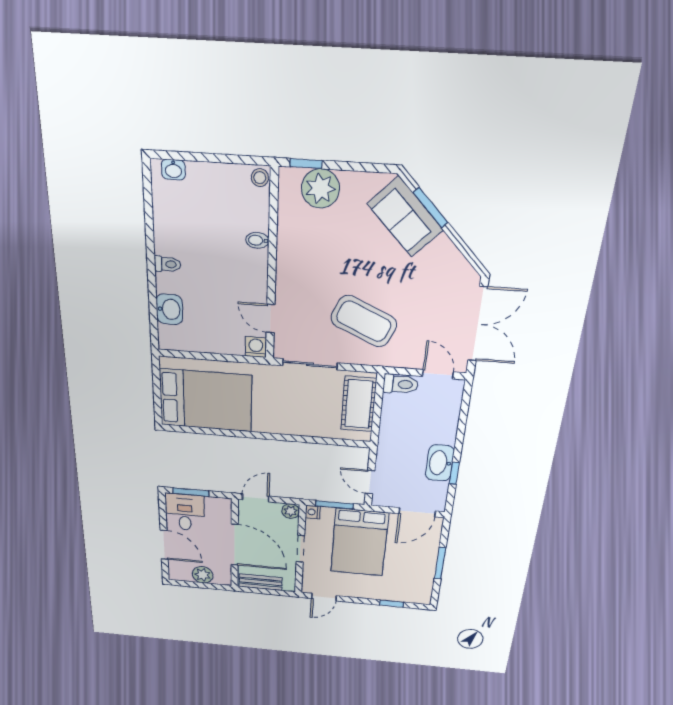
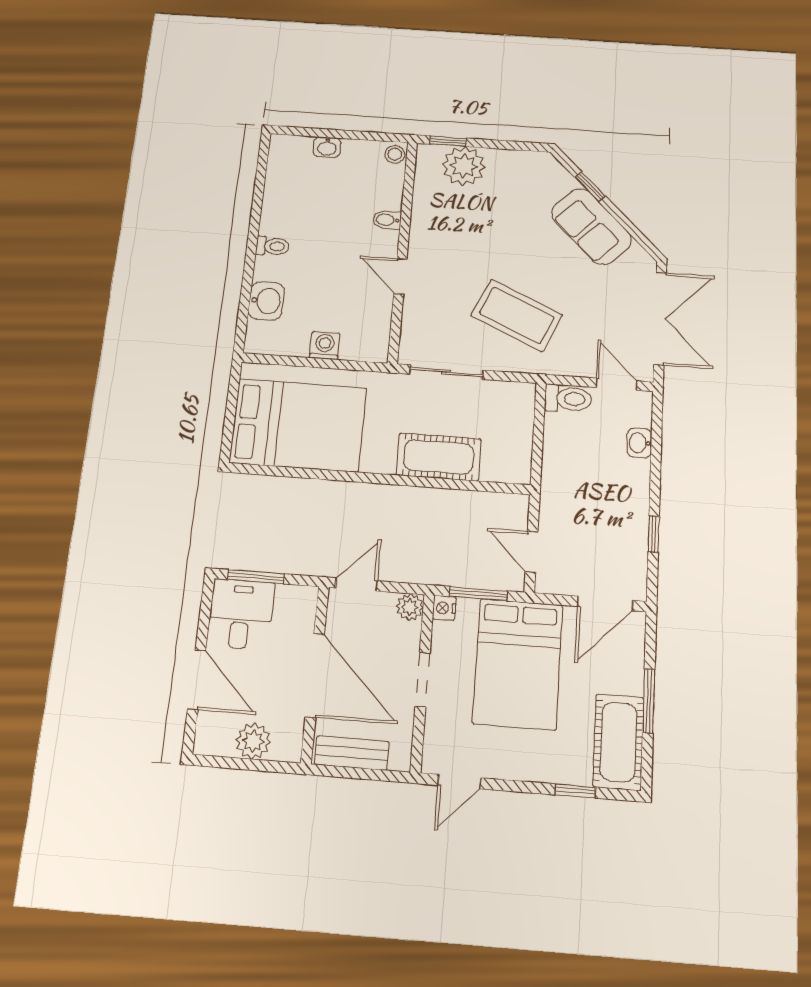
washbasin: (173, 170) -> (327, 147), moved
window: (430, 208) -> (590, 187), width x0.67
sofa: (405, 217) -> (591, 226), moved
door: (271, 319) -> (400, 276), moved
washing machine: (256, 347) -> (325, 346), moved
cot: (359, 404) -> (439, 457), moved, turned 90
washbasin: (440, 463) -> (639, 443), moved, width x0.52, depth x0.69
cot: (419, 582) -> (618, 742), added

